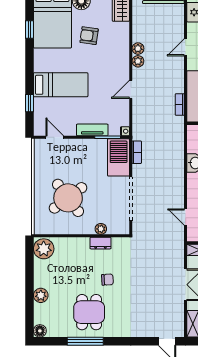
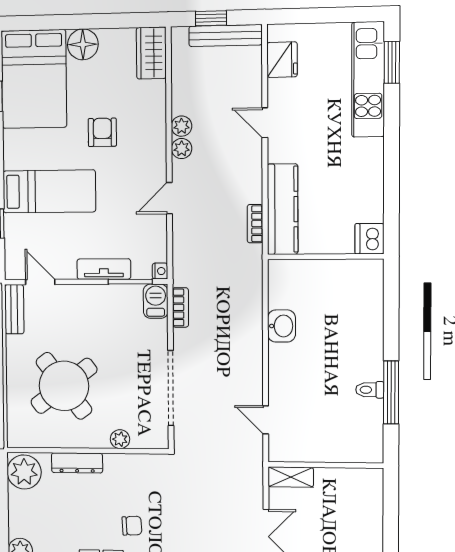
armchair: (89, 36) -> (102, 132), moved, turned 82
door: (186, 47) -> (265, 123), hinge flipped
bench: (39, 153) -> (14, 309), added
barbecue: (119, 157) -> (156, 301), width x0.53, depth x0.65
dresser: (100, 243) -> (77, 463), moved, width x1.44

